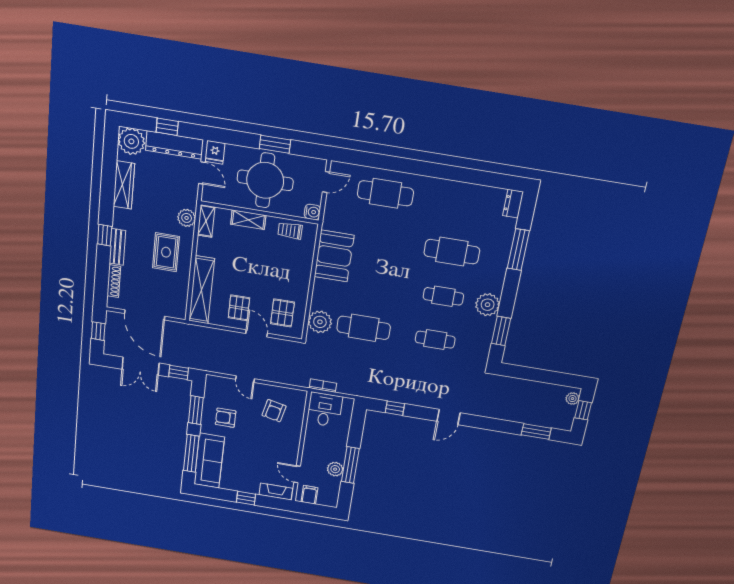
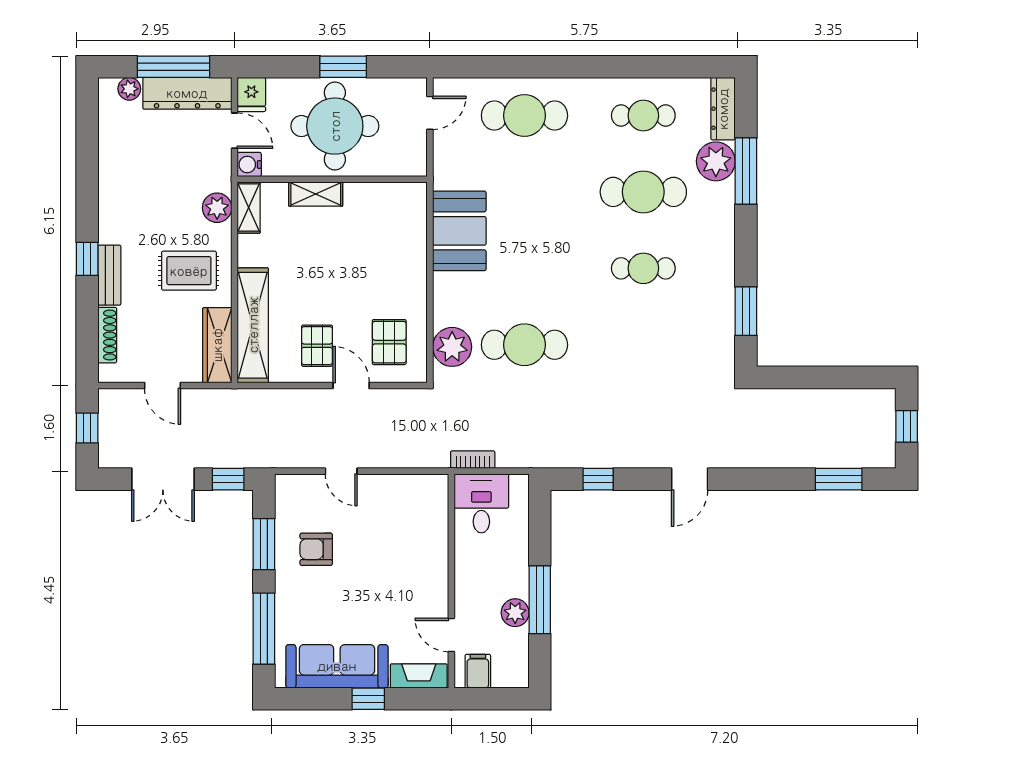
window: (167, 127) -> (173, 67), width x2.17
plant: (131, 141) -> (129, 89), width x0.53, depth x0.53
wardrobe: (124, 185) -> (217, 345), moved, turned 180
dresser: (513, 204) -> (723, 109), width x1.44
water cooler: (312, 212) -> (249, 164), moved, turned 180
trolley: (290, 231) -> (384, 201), removed
rug: (166, 252) -> (189, 271), turned 90
plant: (488, 305) -> (716, 161), moved
door: (145, 315) -> (163, 385), width x0.53
cafe table: (435, 340) -> (643, 116), moved
plant: (573, 399) -> (885, 409), removed
armchair: (274, 411) -> (397, 521), removed
sofa: (209, 461) -> (337, 666), moved, turned -90

